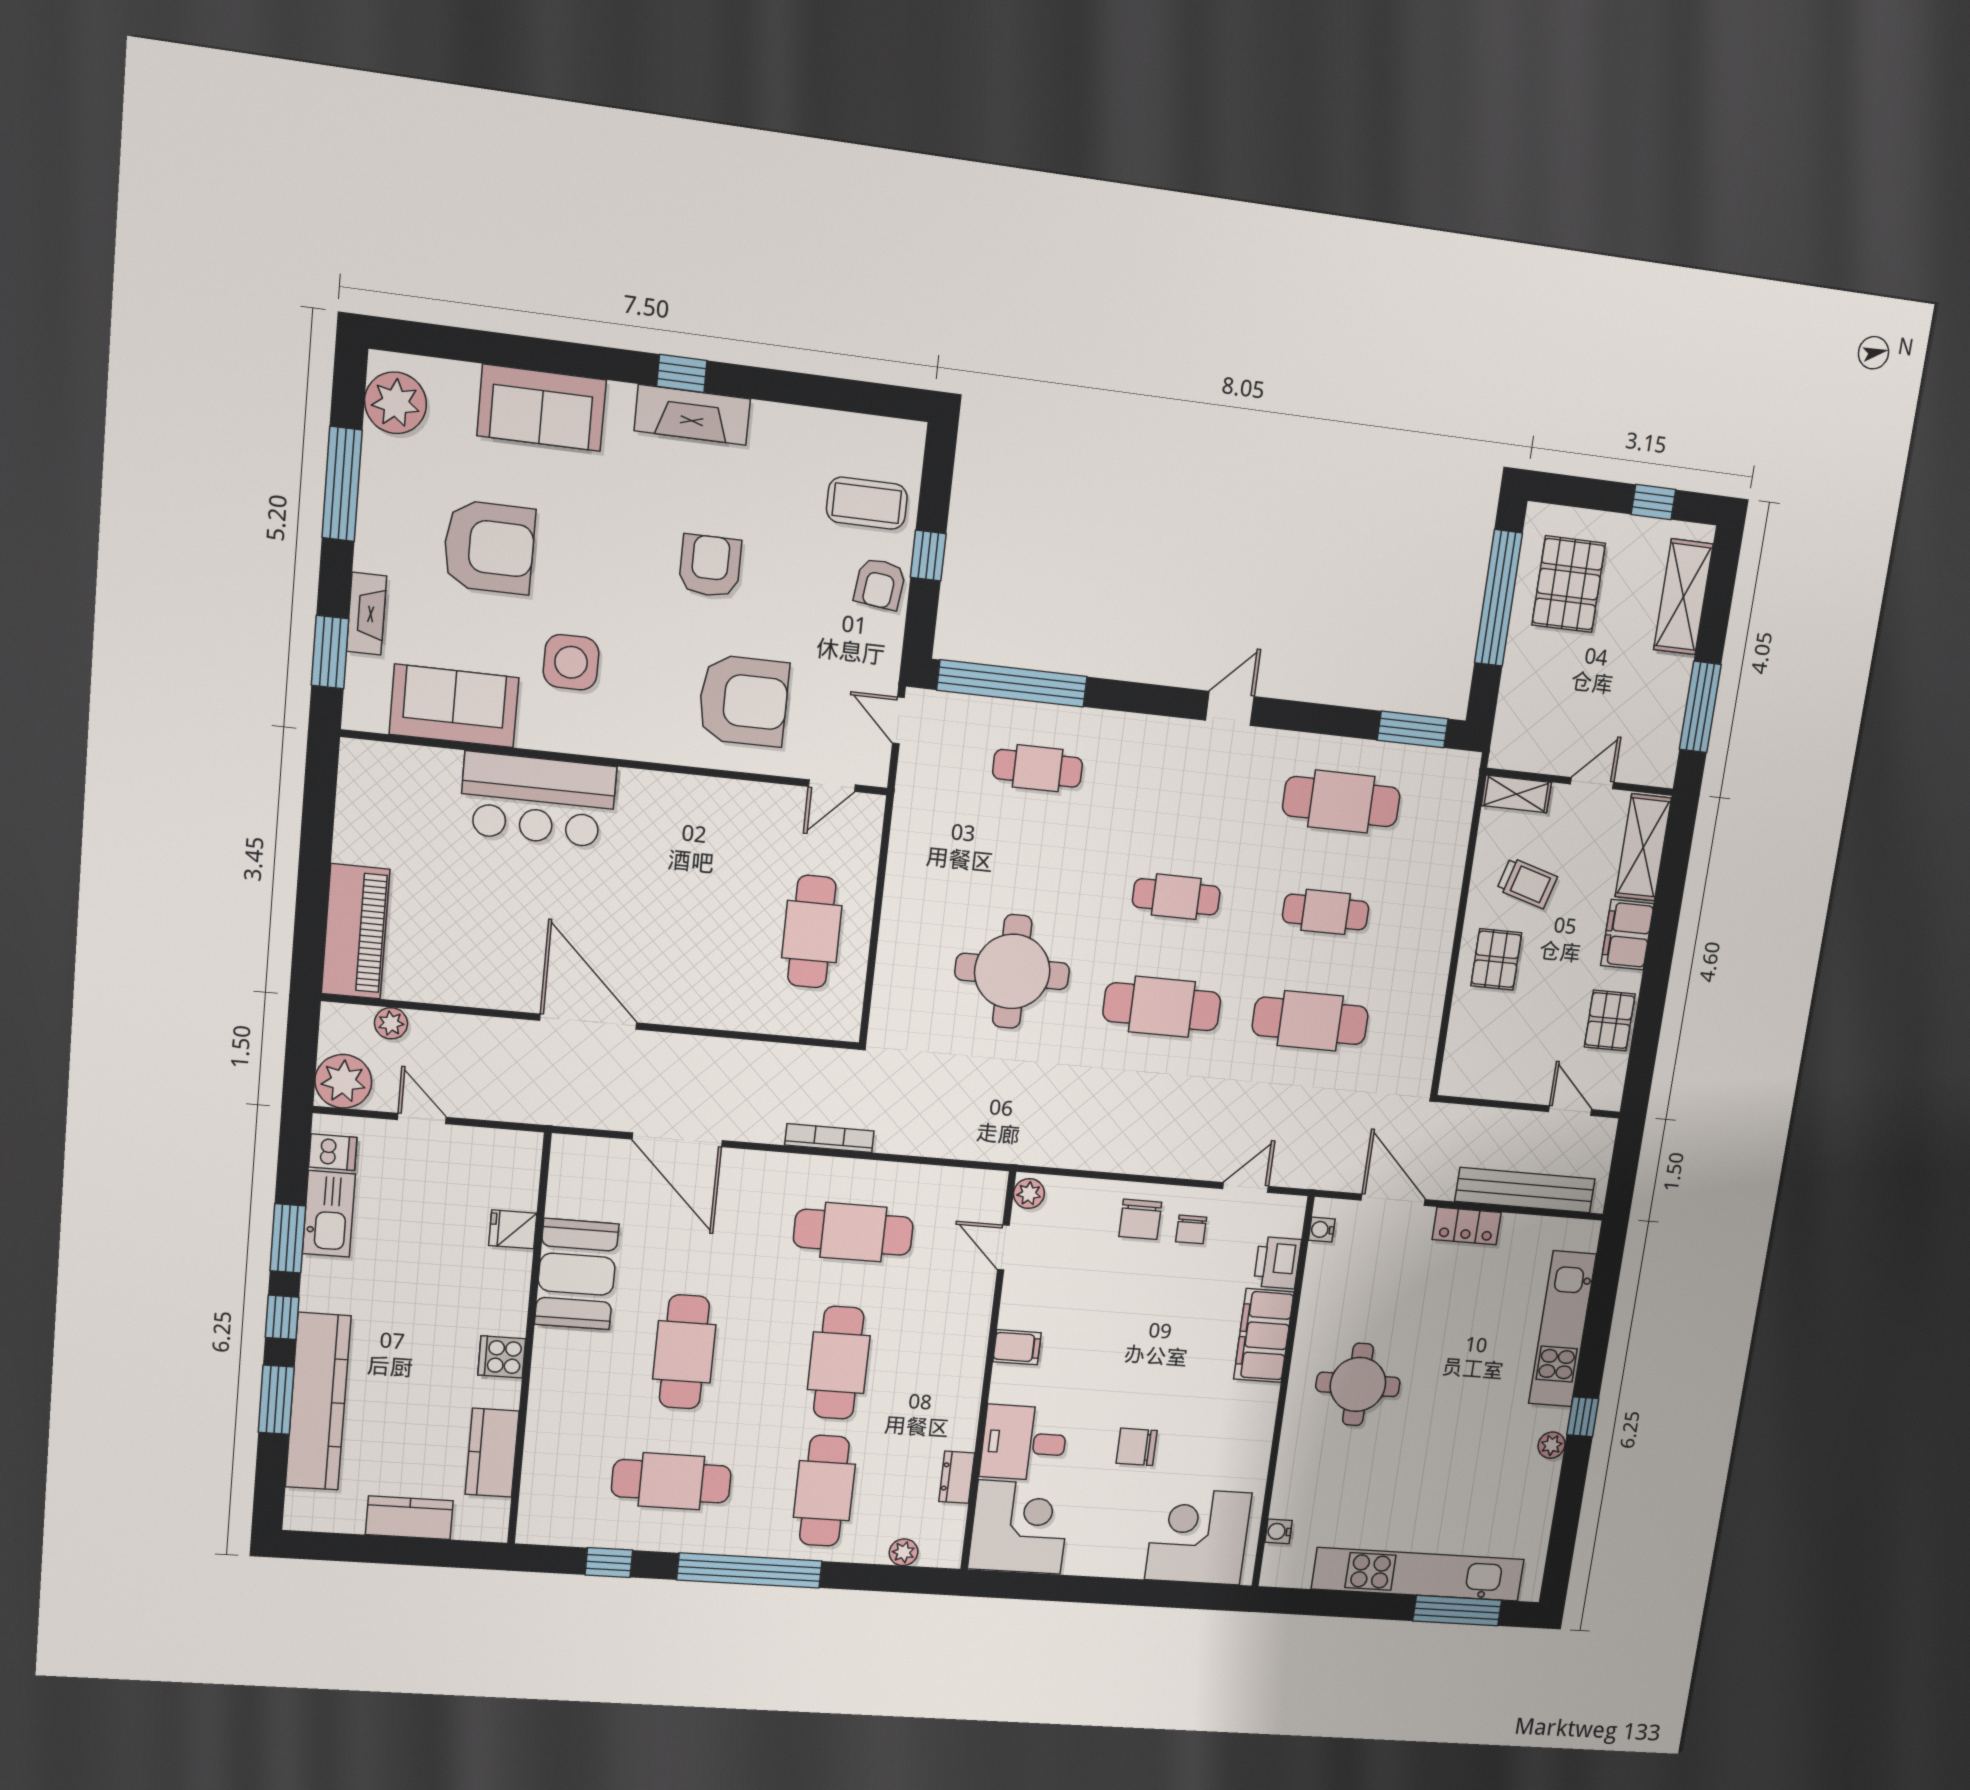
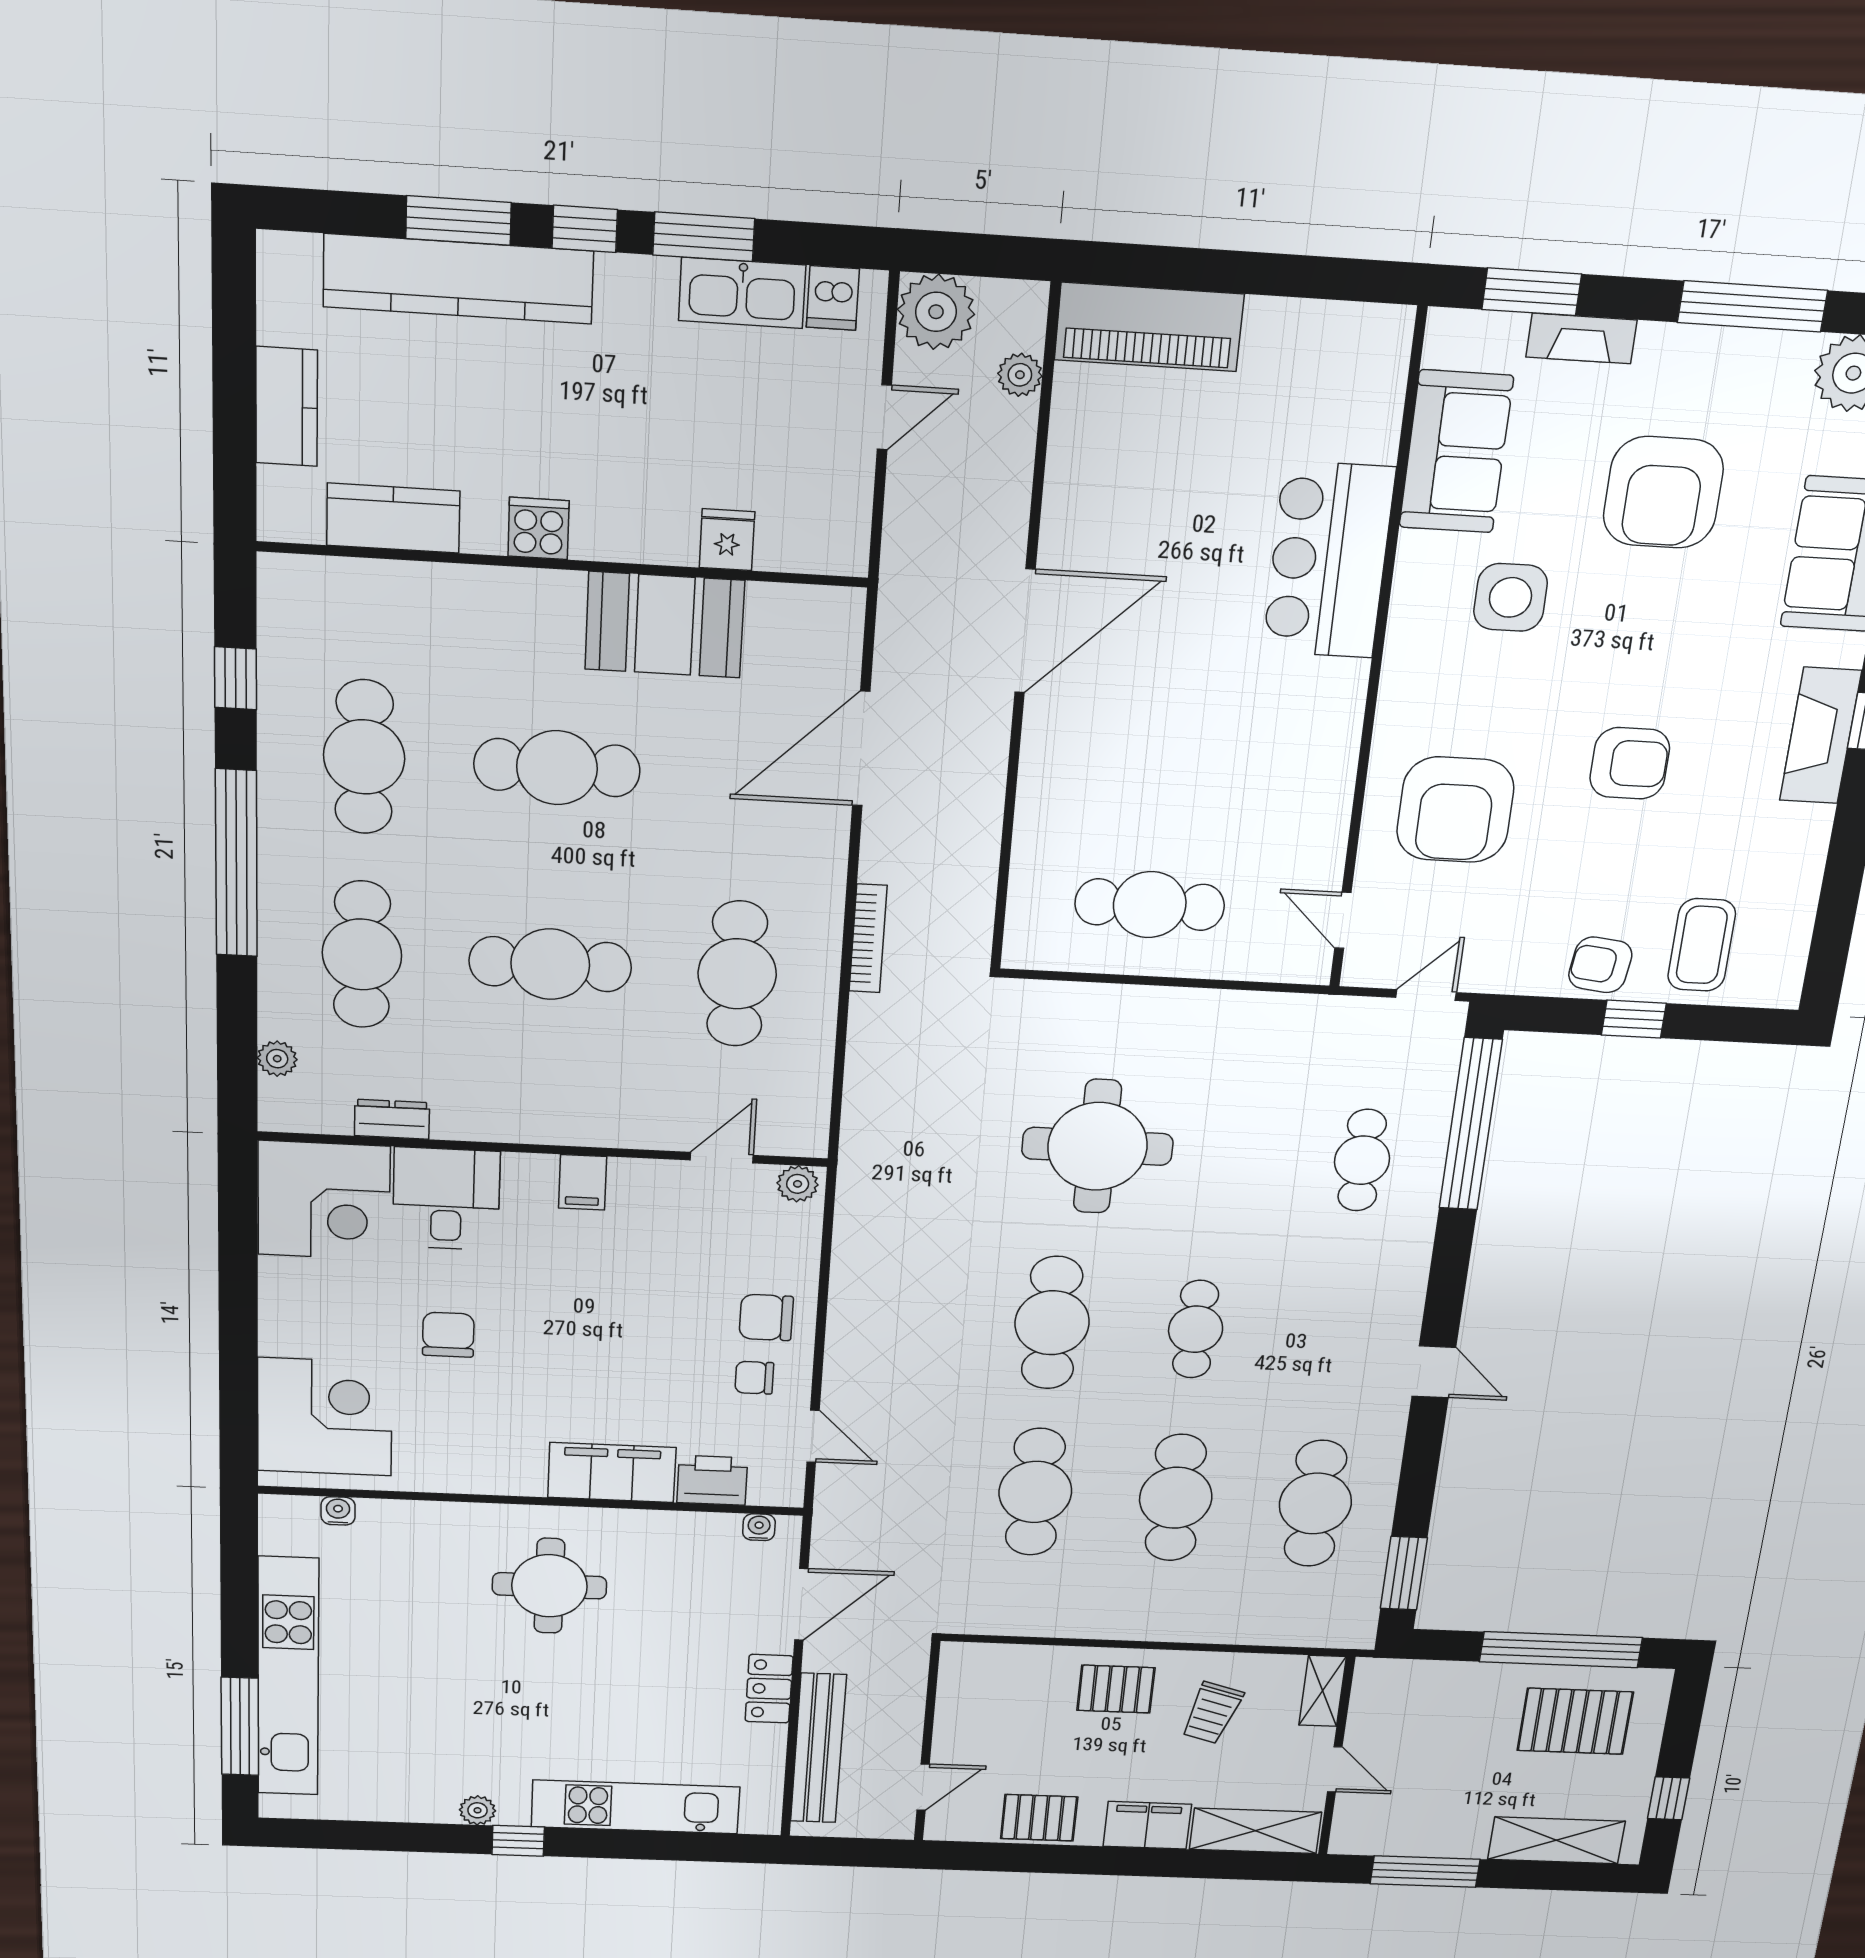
cafe table: (1326, 912) -> (1176, 1498), width x1.37, depth x1.35
cafe table: (824, 1491) -> (362, 954), turned 90

